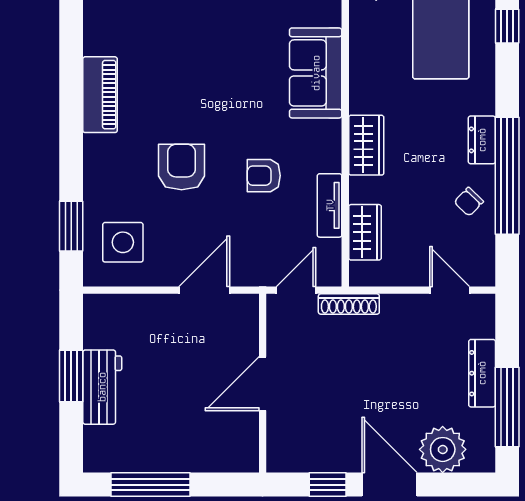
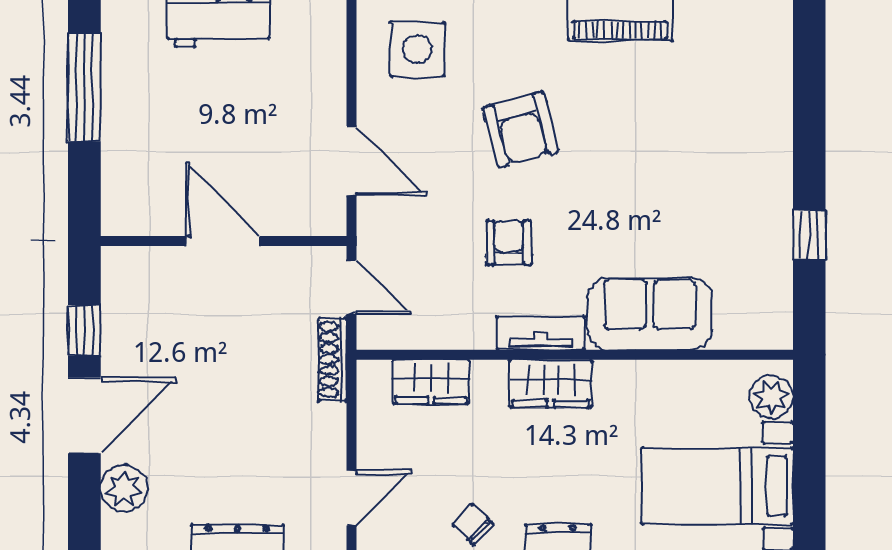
armchair: (182, 167) -> (521, 130), turned 75
tv unit: (330, 205) -> (541, 333), moved
plant: (443, 449) -> (124, 489), width x0.73, depth x0.73

